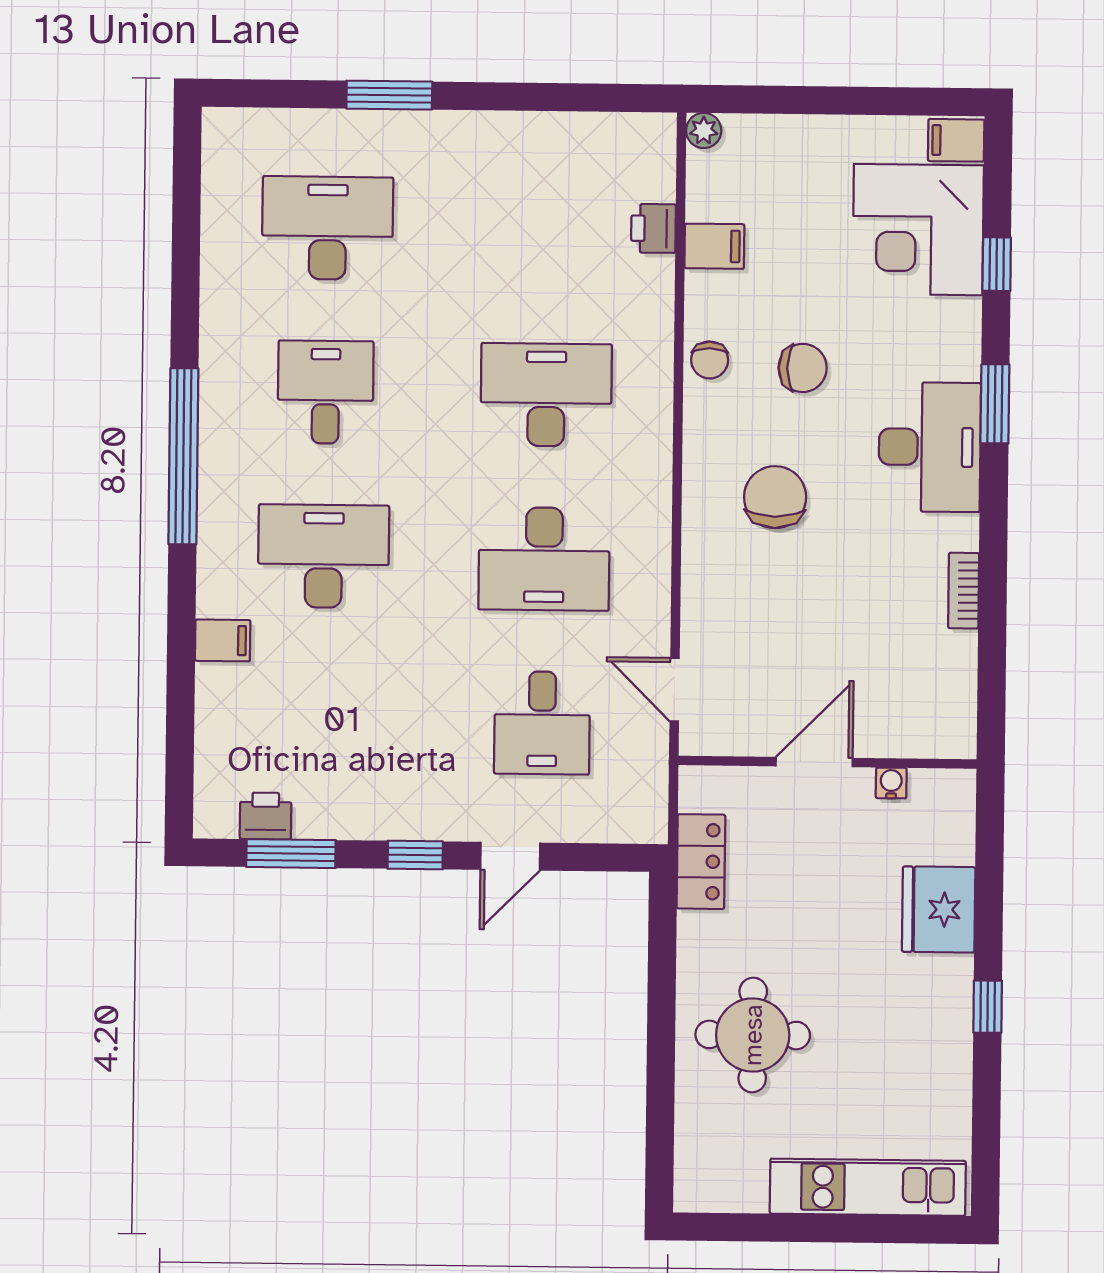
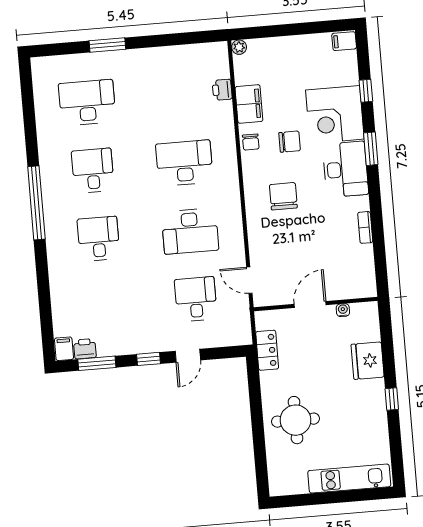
corner desk: (918, 230) -> (335, 115), moved
filing cabinet: (714, 246) -> (249, 104), width x2.00
desk: (324, 556) -> (99, 239), width x0.73
filing cabinet: (223, 640) -> (64, 349), moved, turned -90
desk: (542, 723) -> (196, 299), turned 180

